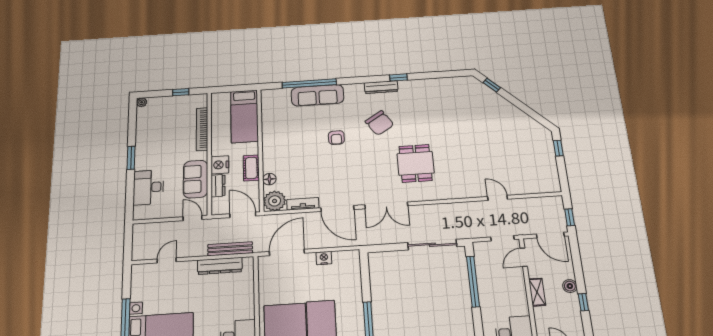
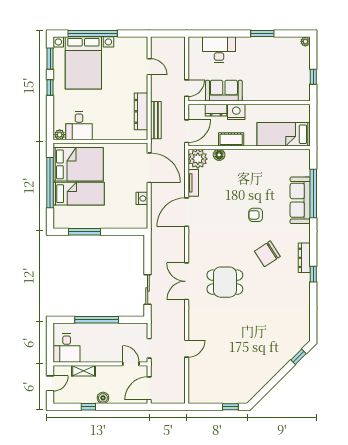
bookcase: (202, 129) -> (273, 96), removed
window: (131, 158) -> (262, 34), moved
double door: (386, 205) -> (187, 281), moved
window: (570, 217) -> (164, 407), removed
sliding door: (432, 245) -> (148, 290), width x0.73
window: (473, 281) -> (97, 320), moved
shelving: (537, 292) -> (84, 371), moved

